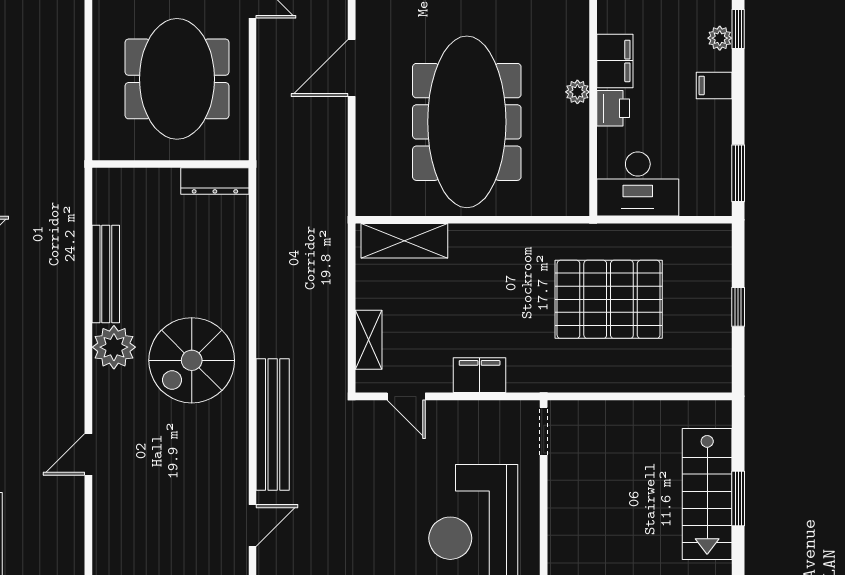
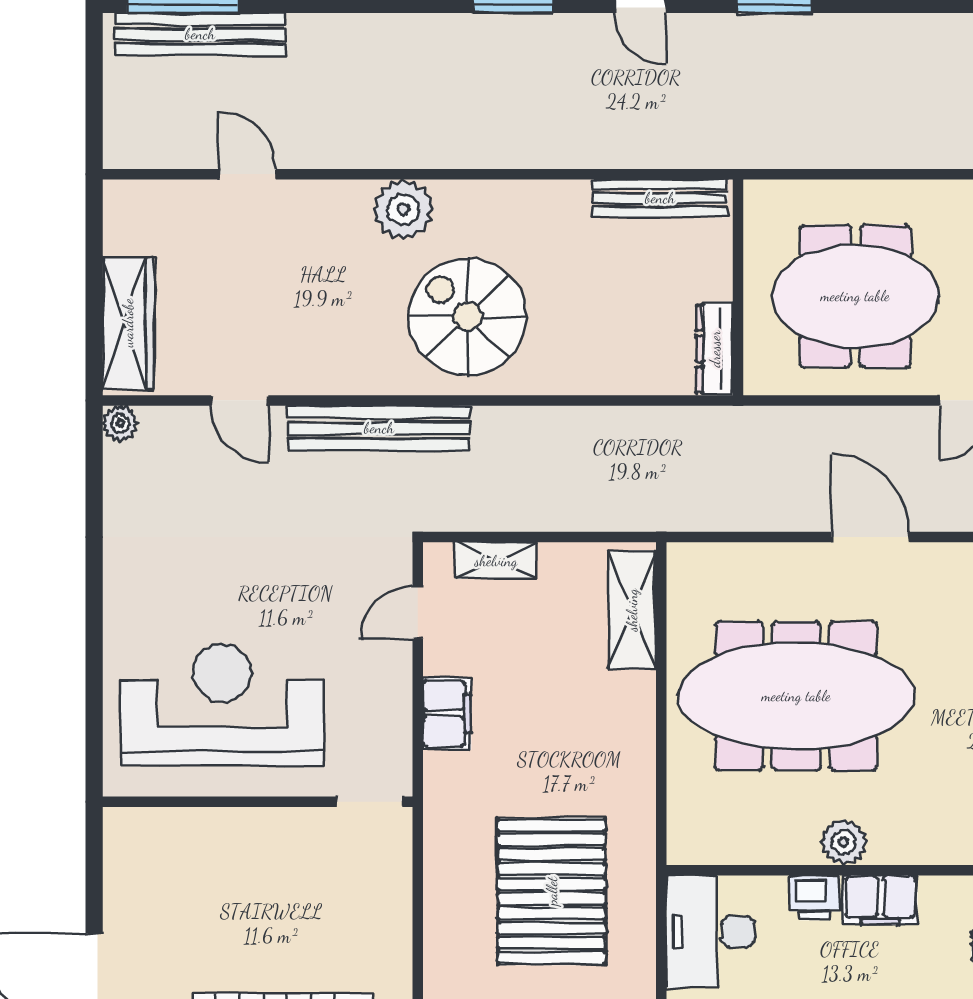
plant: (577, 92) -> (844, 842), width x1.38, depth x1.38
bench: (106, 274) -> (660, 198), moved
plant: (114, 347) -> (403, 209), moved
door: (88, 454) -> (247, 174), moved

